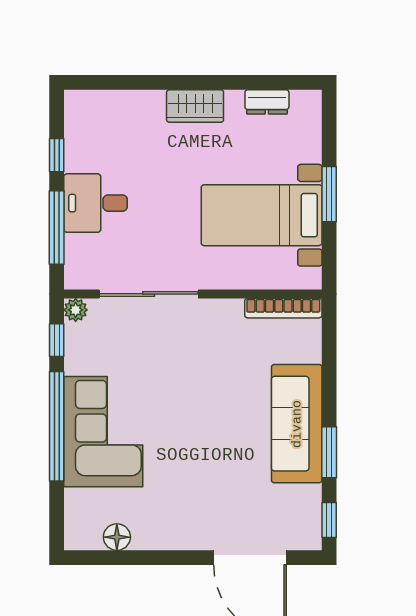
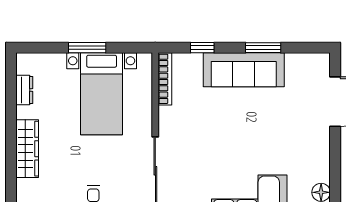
wardrobe: (195, 106) -> (27, 149), width x1.50
window: (329, 520) -> (202, 48), moved

